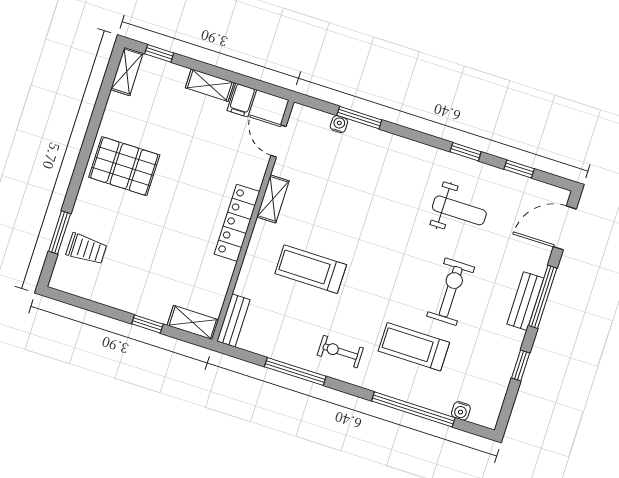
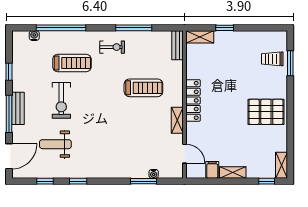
weight bench: (459, 210) -> (55, 144), moved

